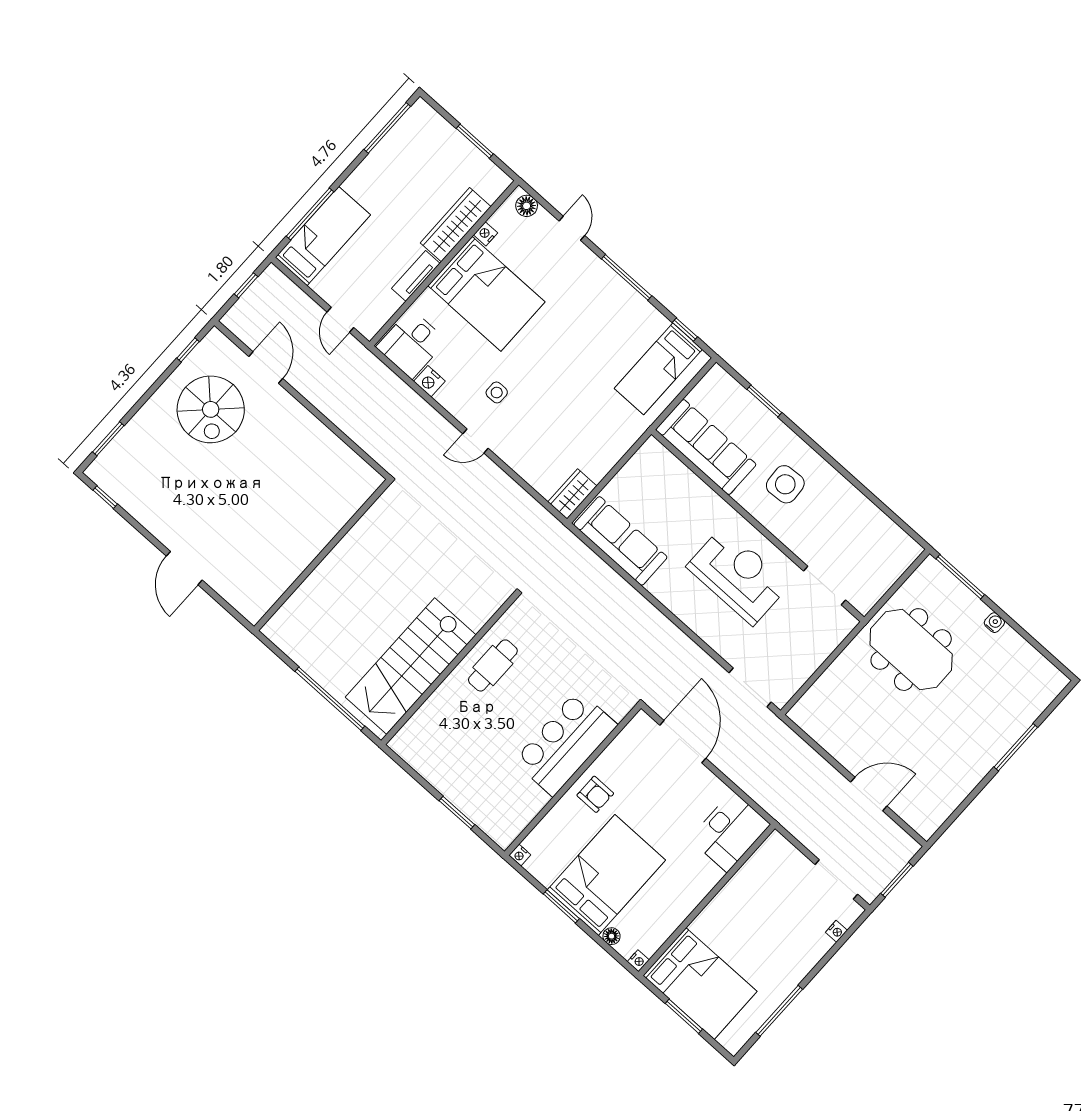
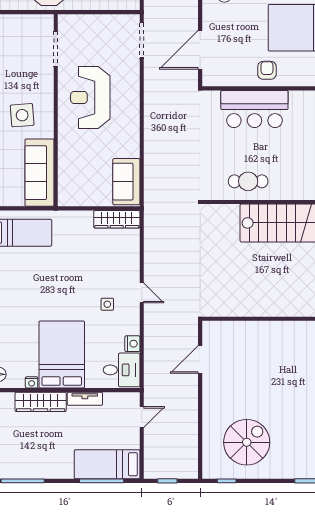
door: (266, 367) -> (200, 359), moved
wardrobe: (572, 494) -> (117, 219), width x1.50
sofa: (620, 541) -> (126, 182), width x0.73

